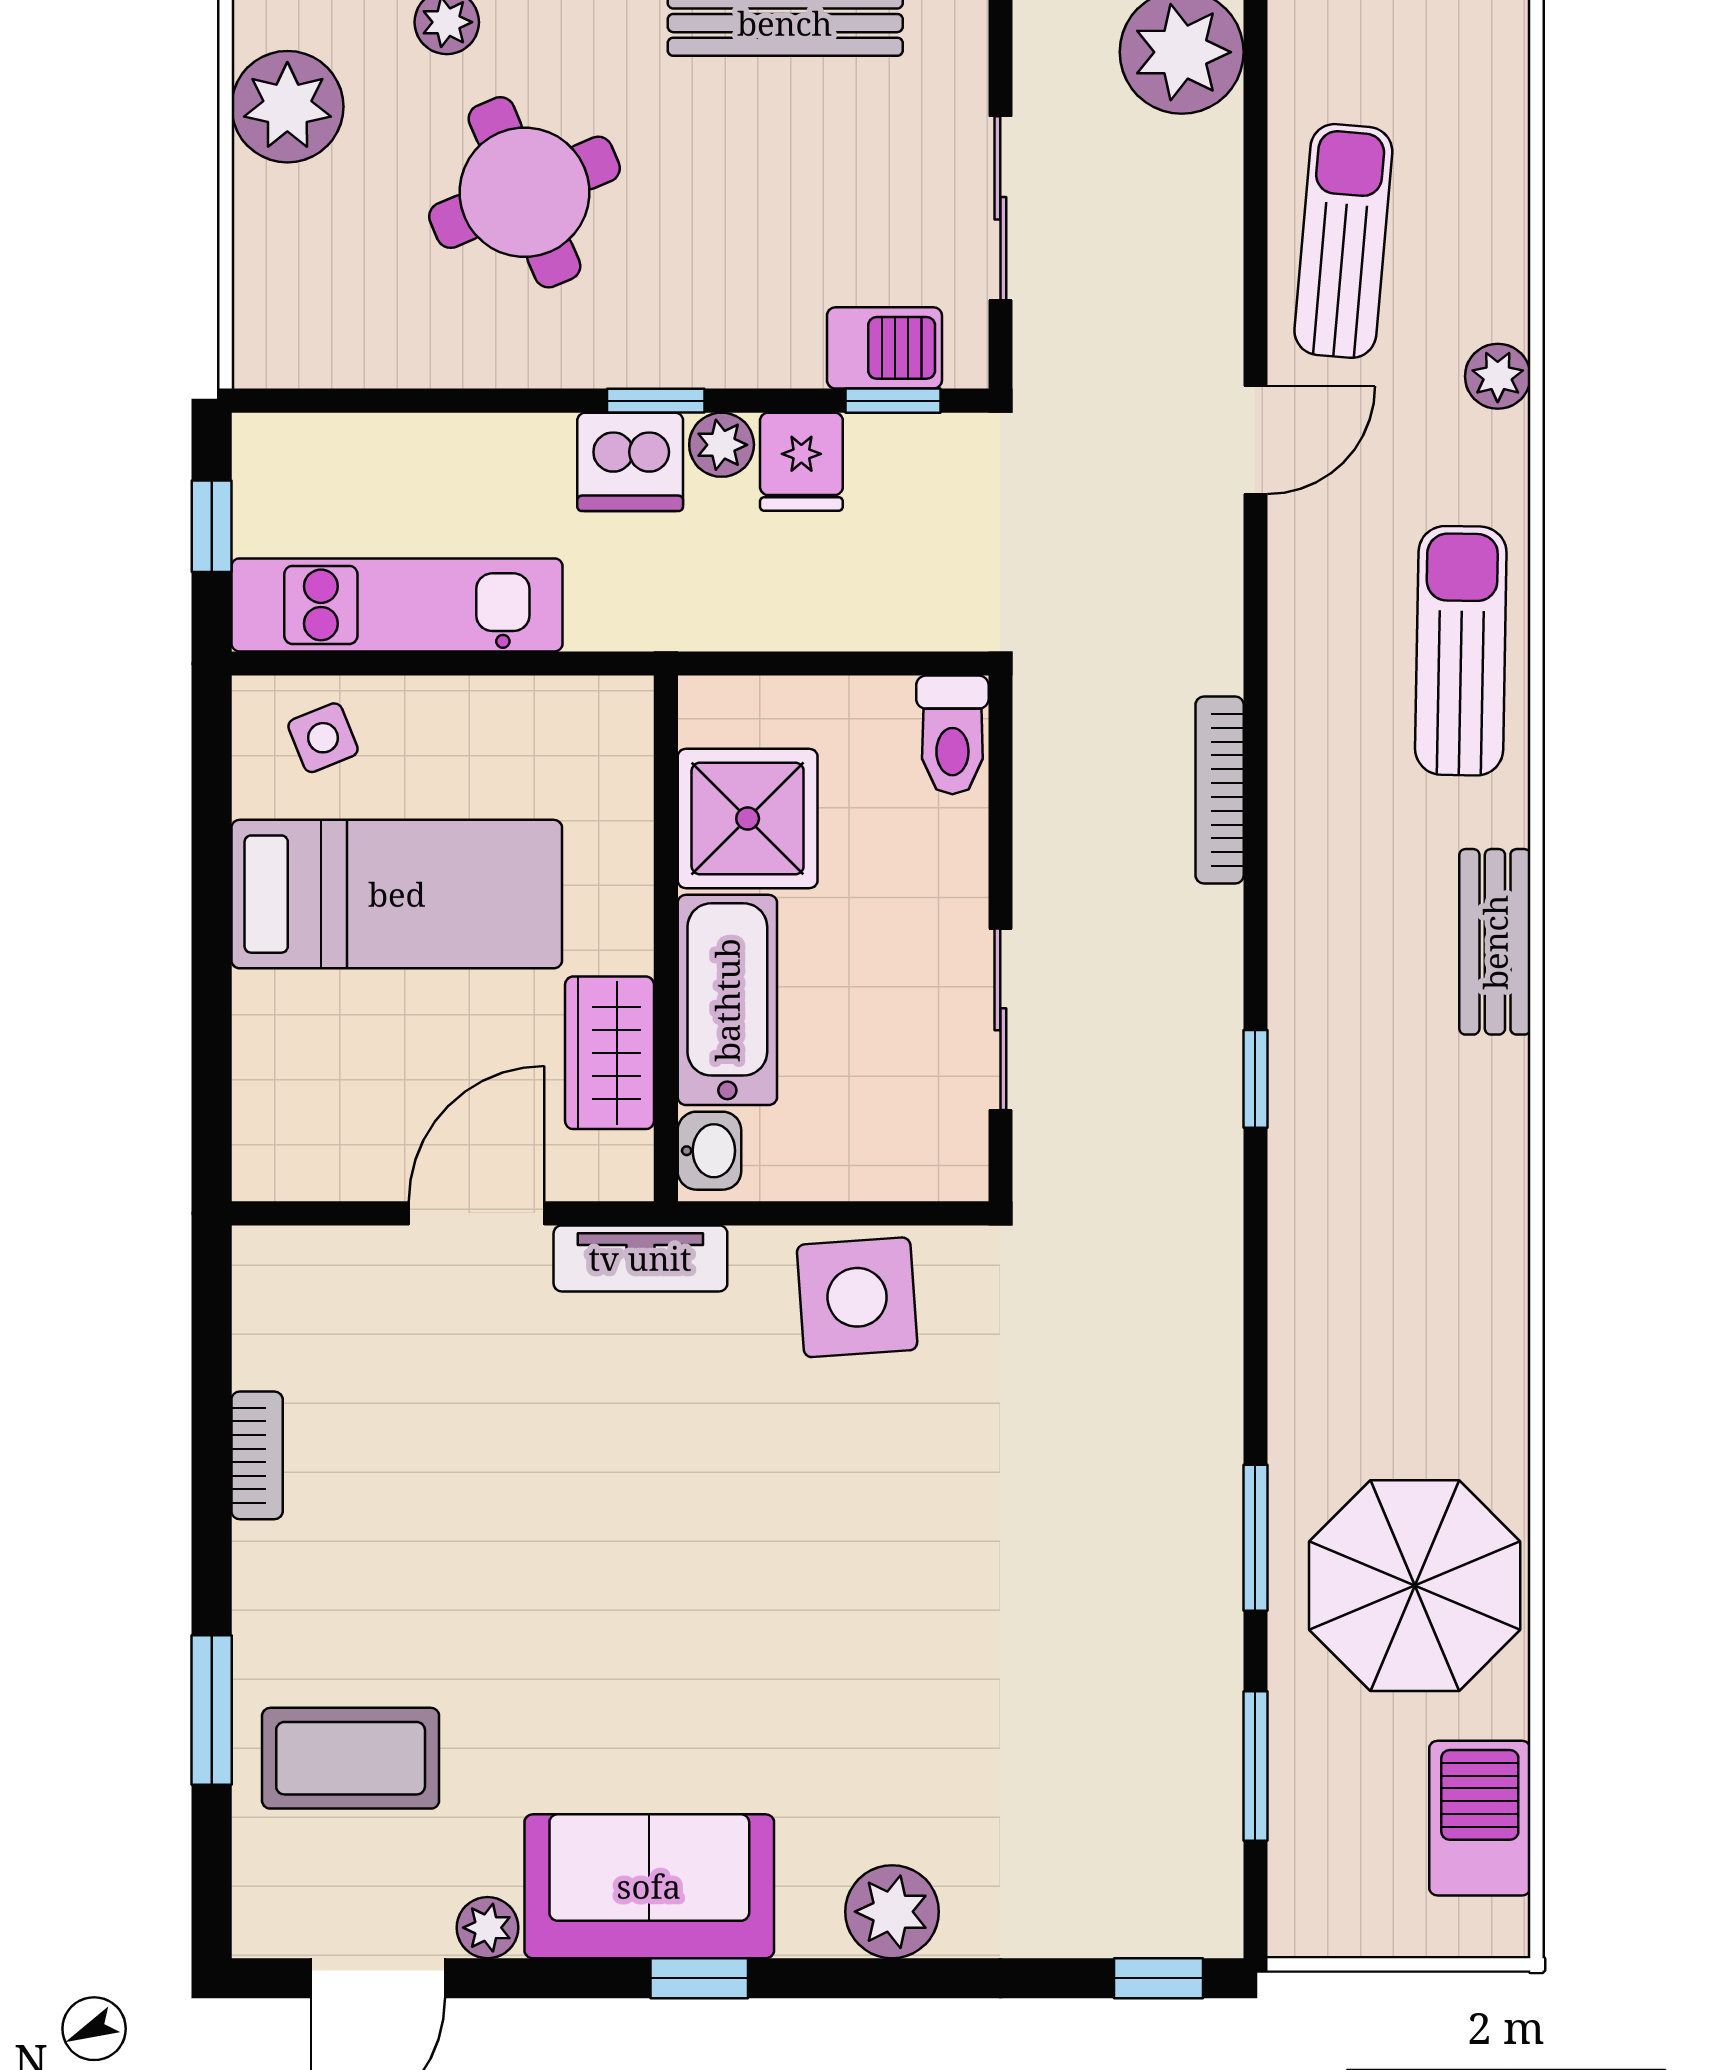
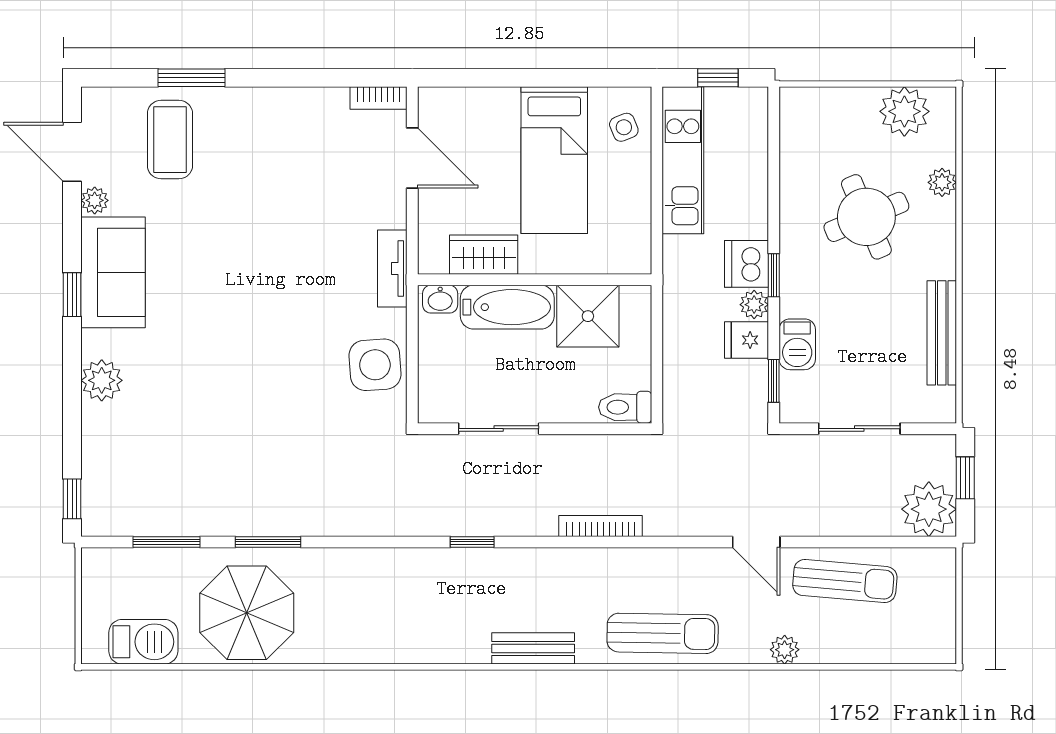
barbecue: (884, 348) -> (797, 344), moved
door: (477, 1213) -> (412, 158), moved
bookcase: (257, 1455) -> (379, 98), moved

